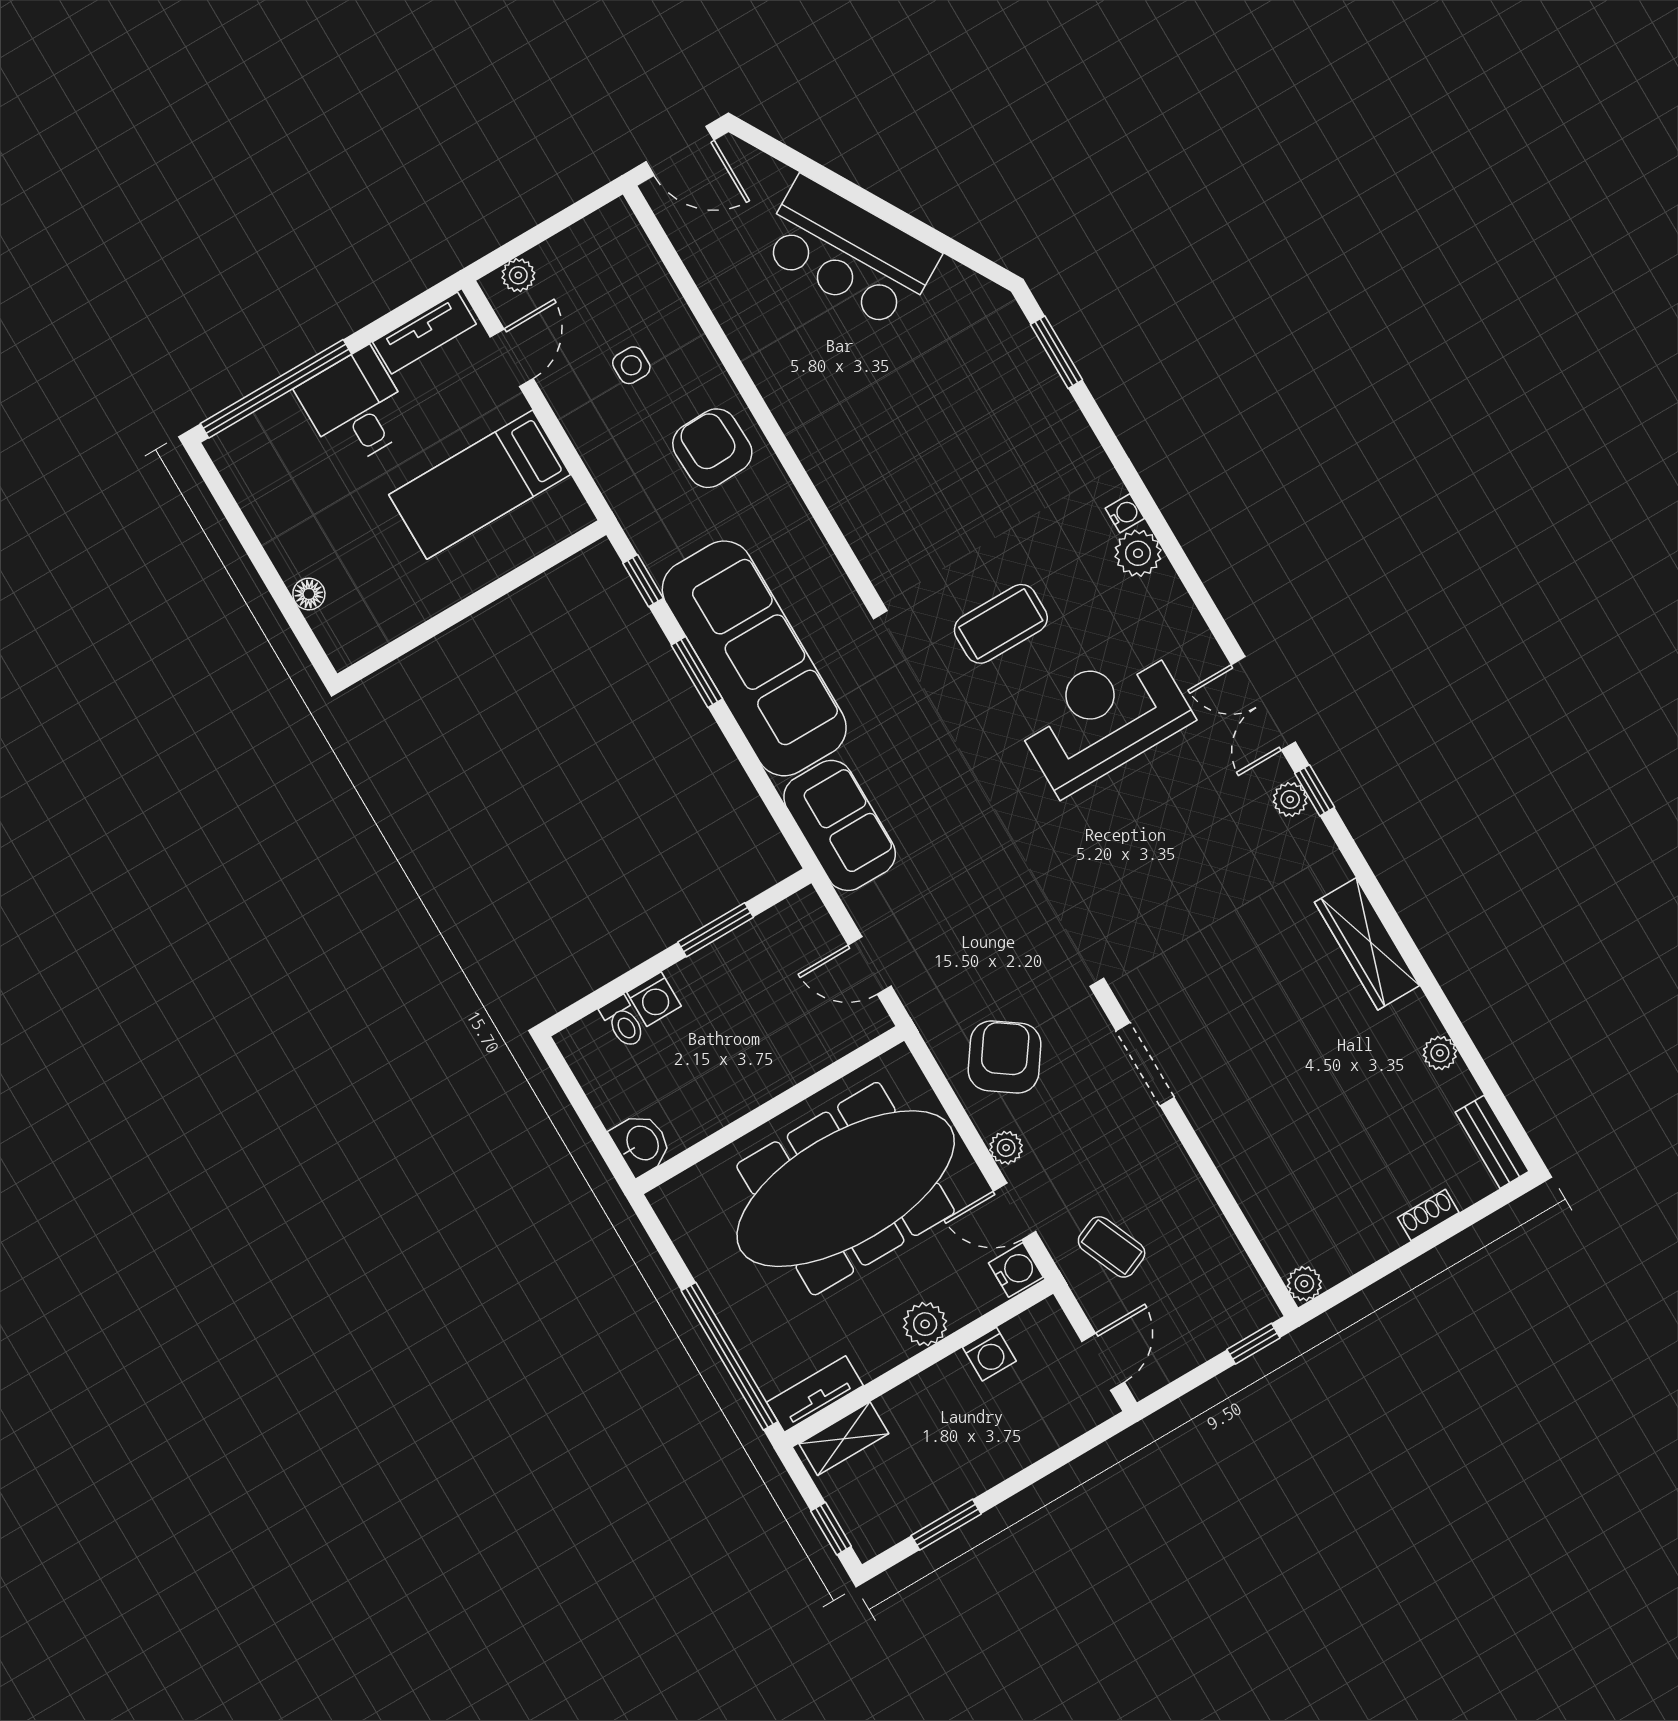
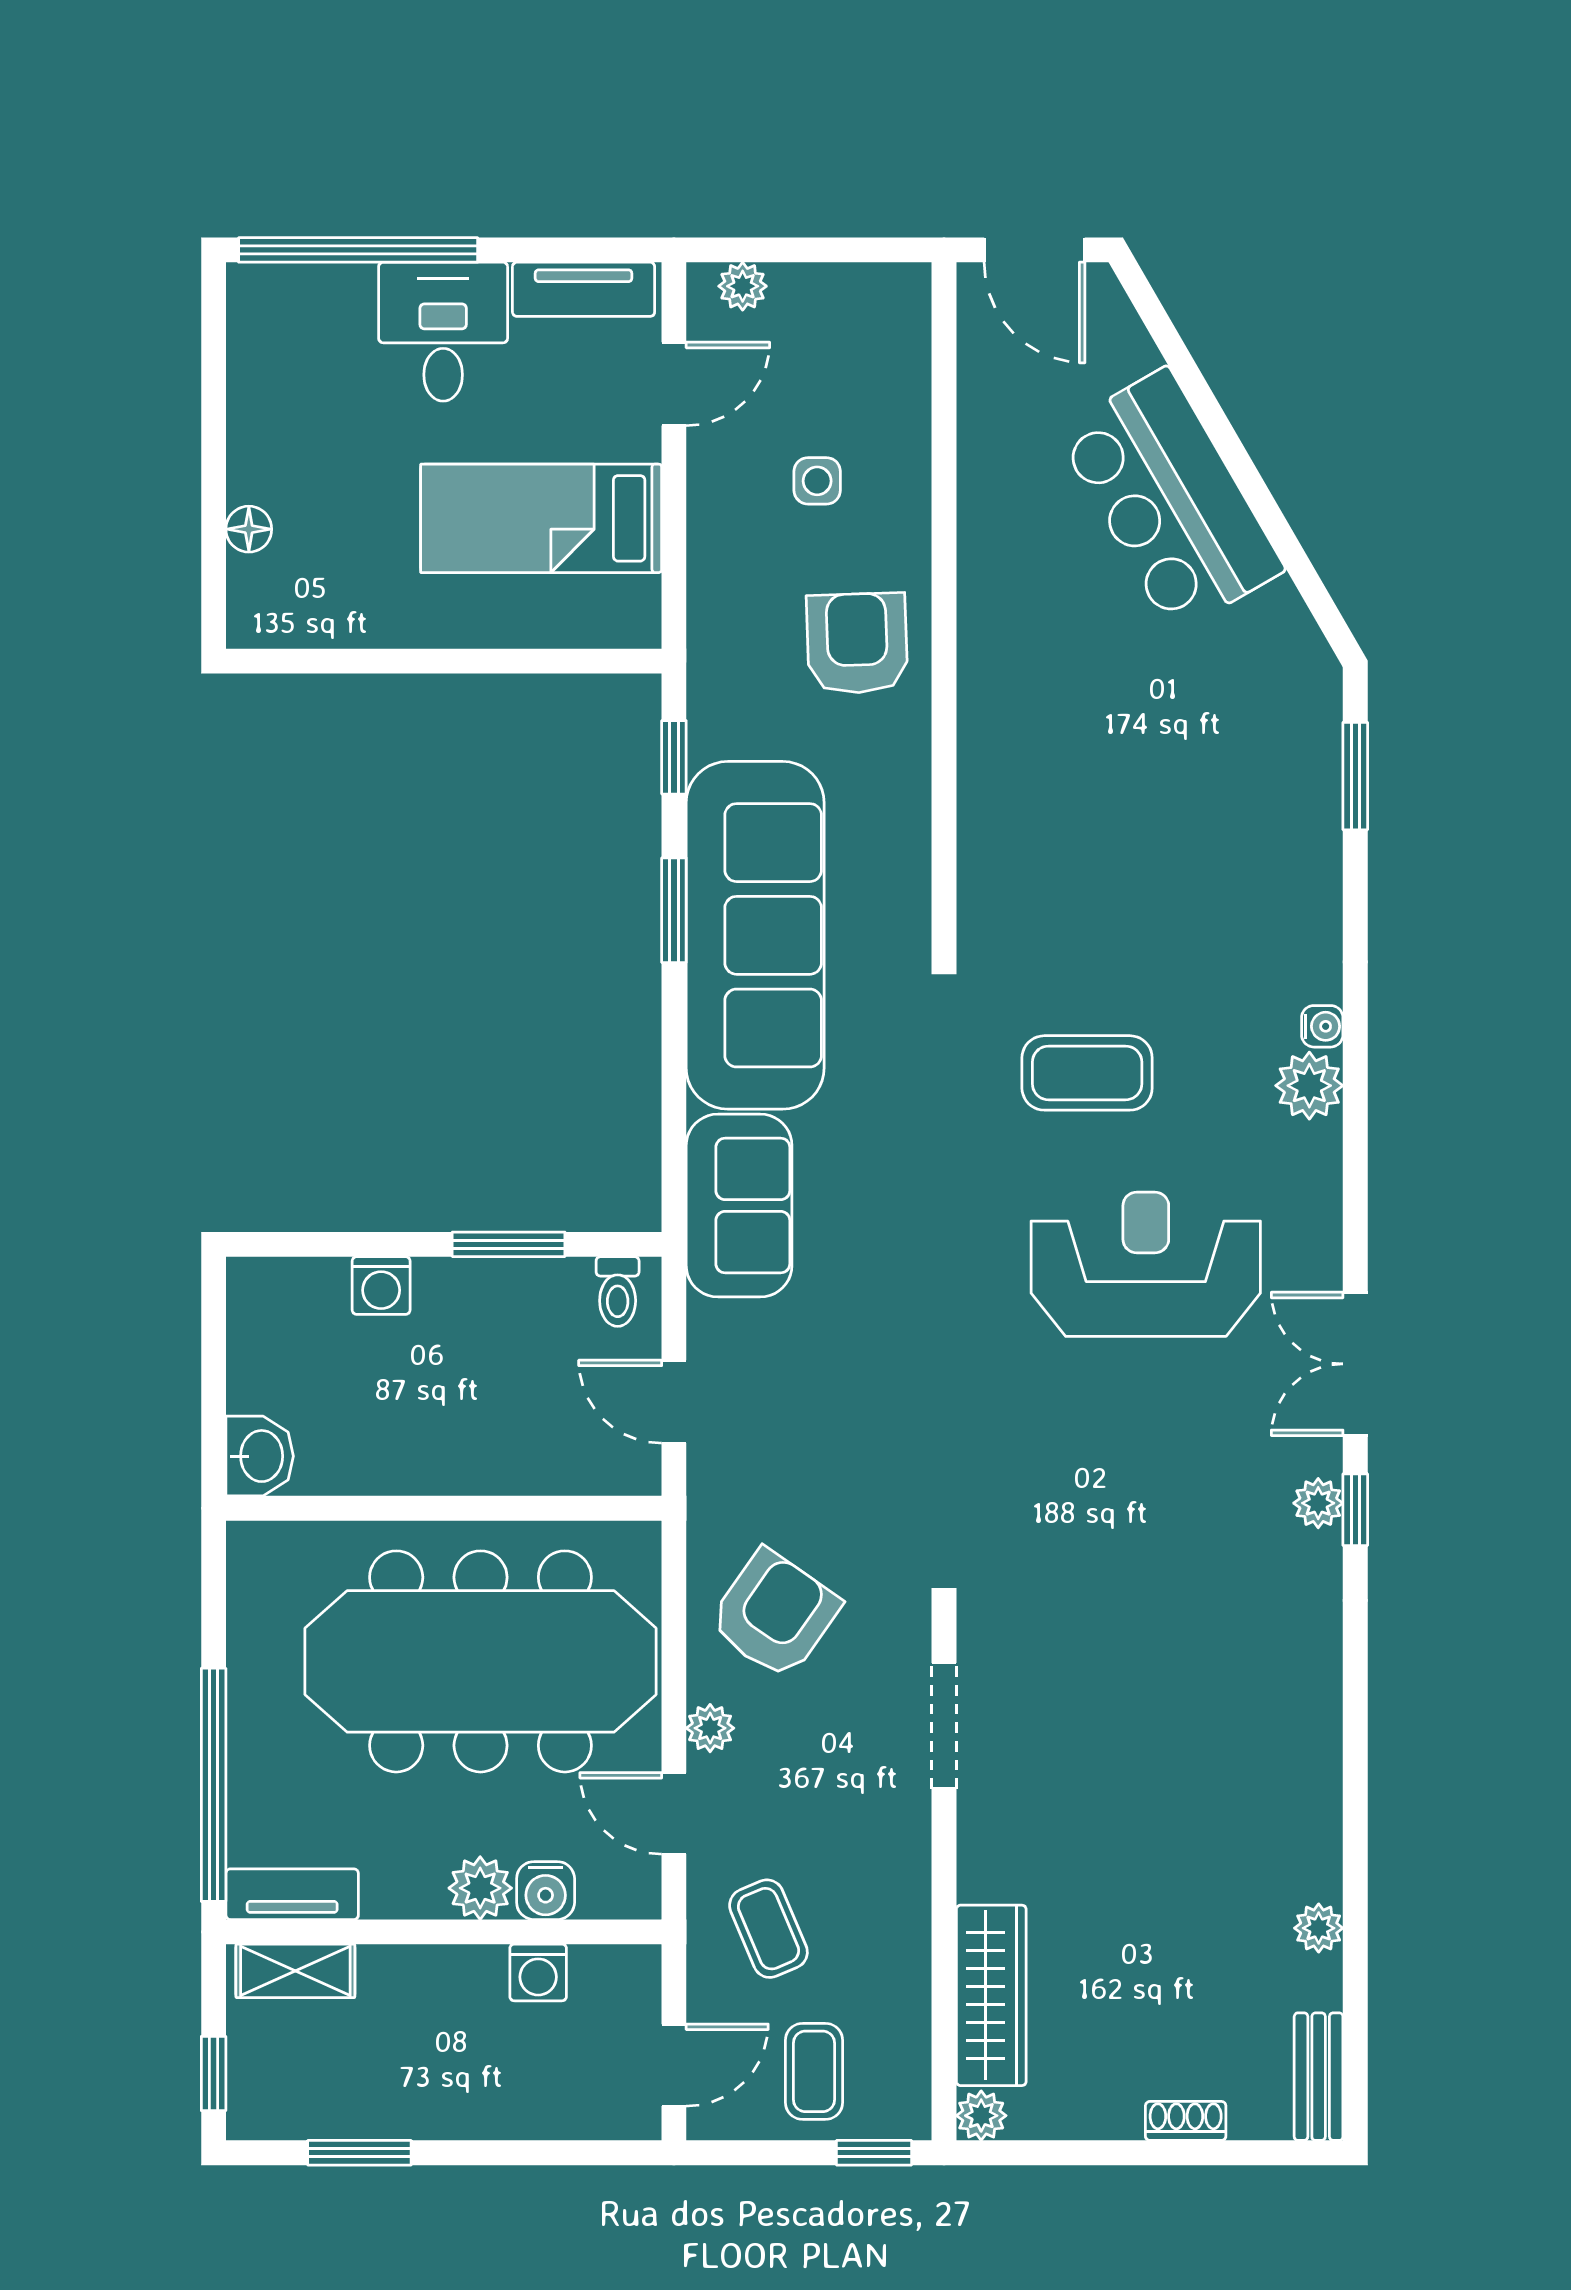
wardrobe: (1367, 944) -> (991, 1995), moved, turned 180
toilet: (623, 1022) -> (618, 1292), moved
water cooler: (1016, 1270) -> (546, 1891), moved, turned 90
coffee table: (1189, 1316) -> (814, 2071), added

